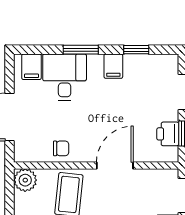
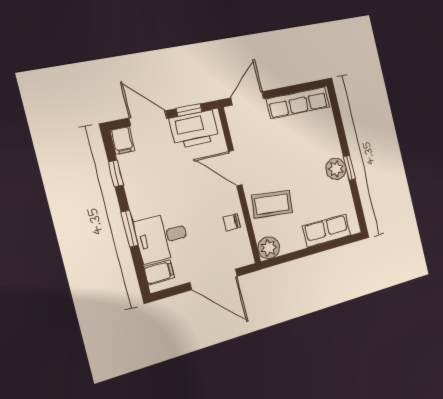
filing cabinet: (113, 66) -> (122, 140), moved, turned 90
printer: (168, 134) -> (194, 129), width x1.87, depth x1.48
chair: (61, 148) -> (232, 222), turned -90

